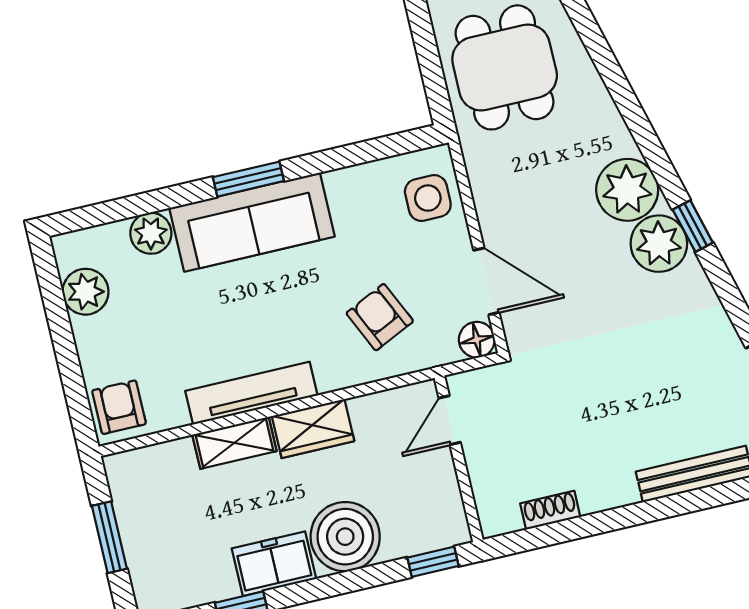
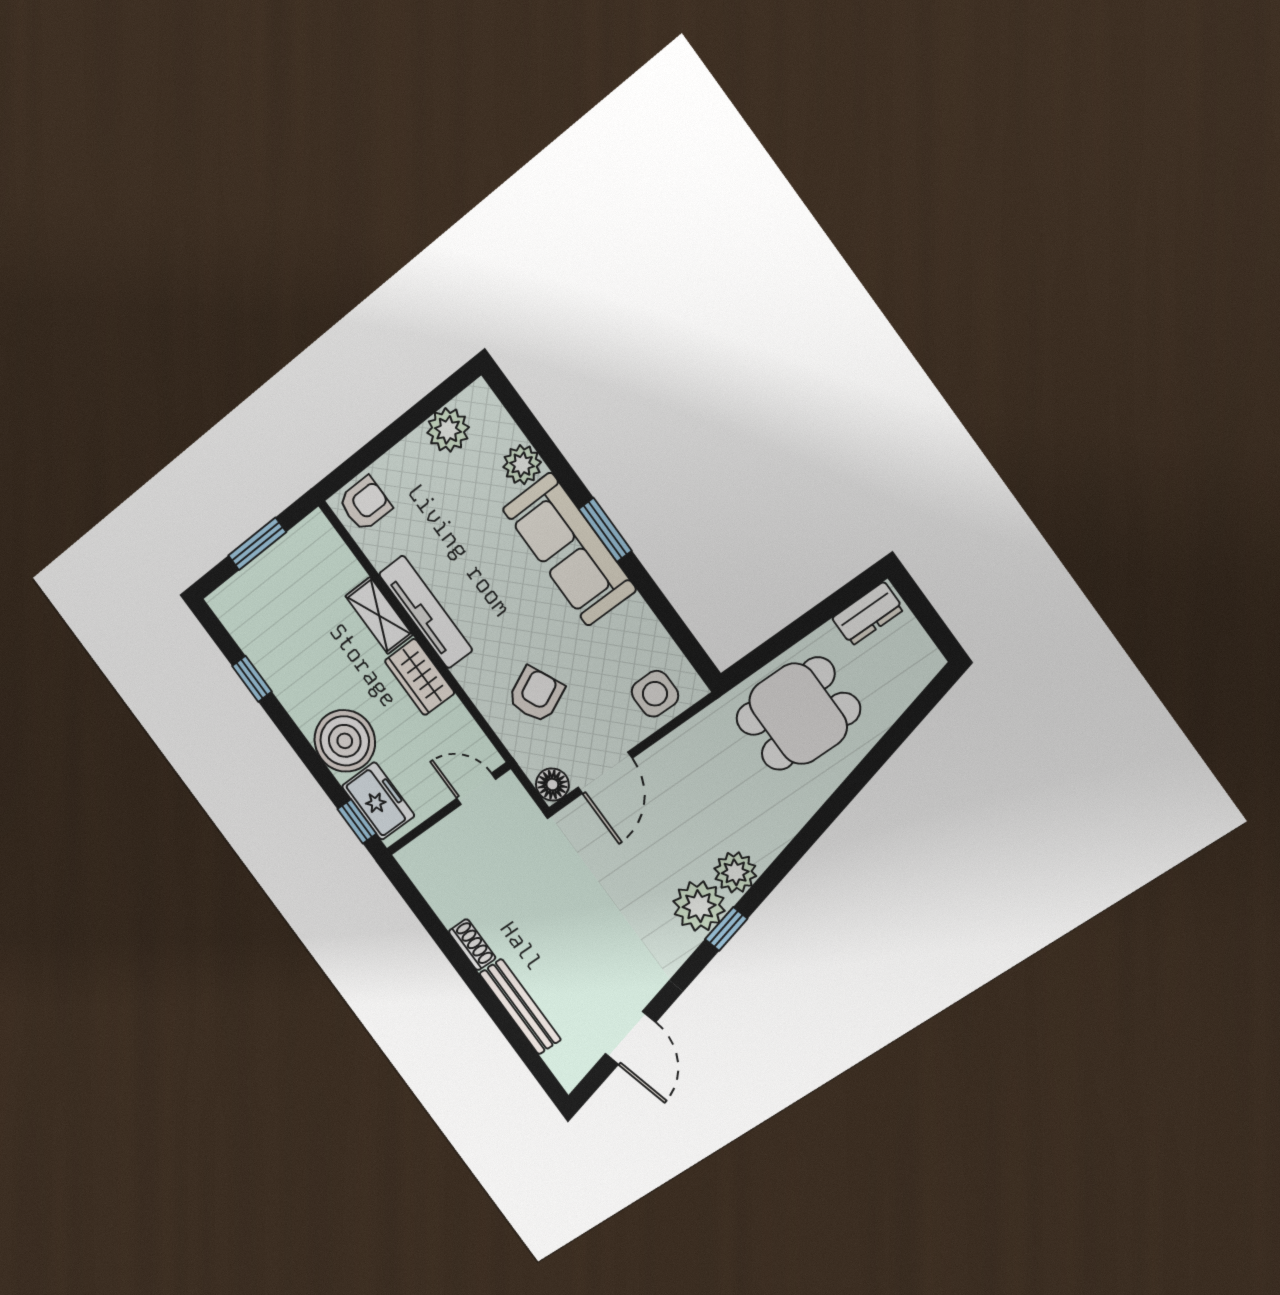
plant: (627, 190) -> (735, 872), width x0.73, depth x0.73
shoe rack: (550, 510) -> (472, 945), moved
freezer: (274, 564) -> (378, 801), moved

